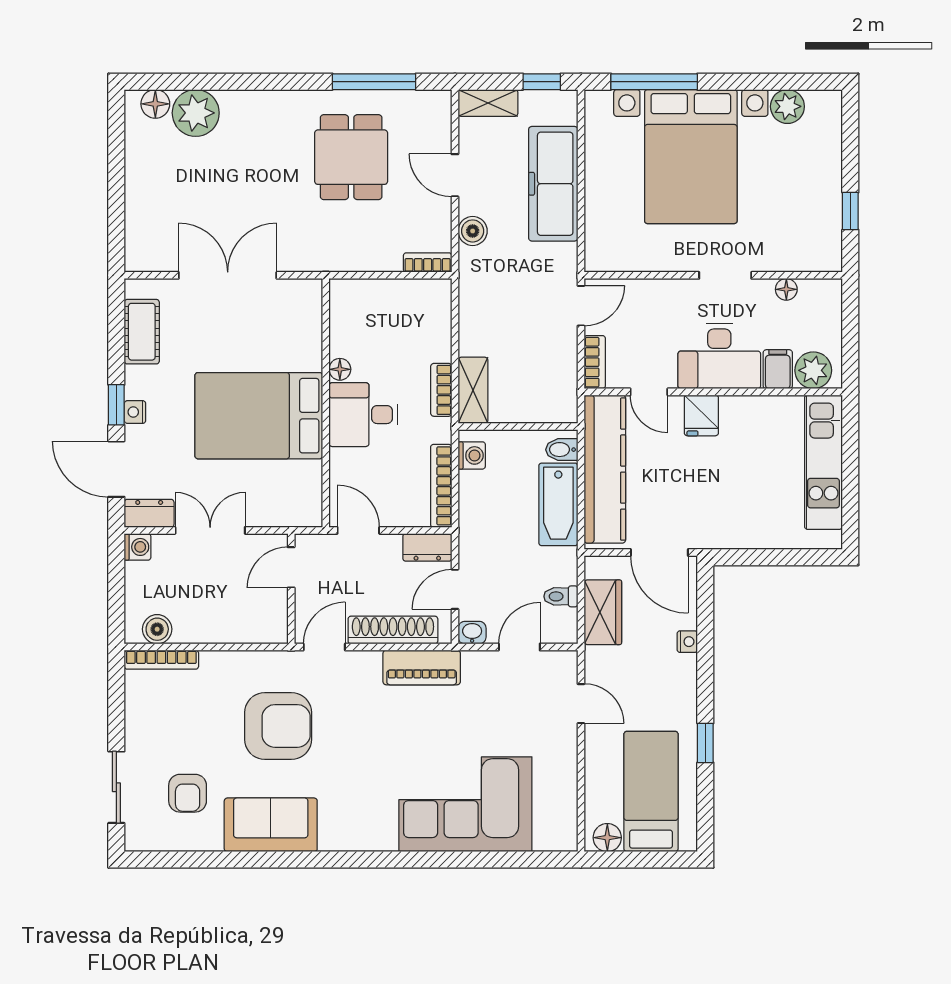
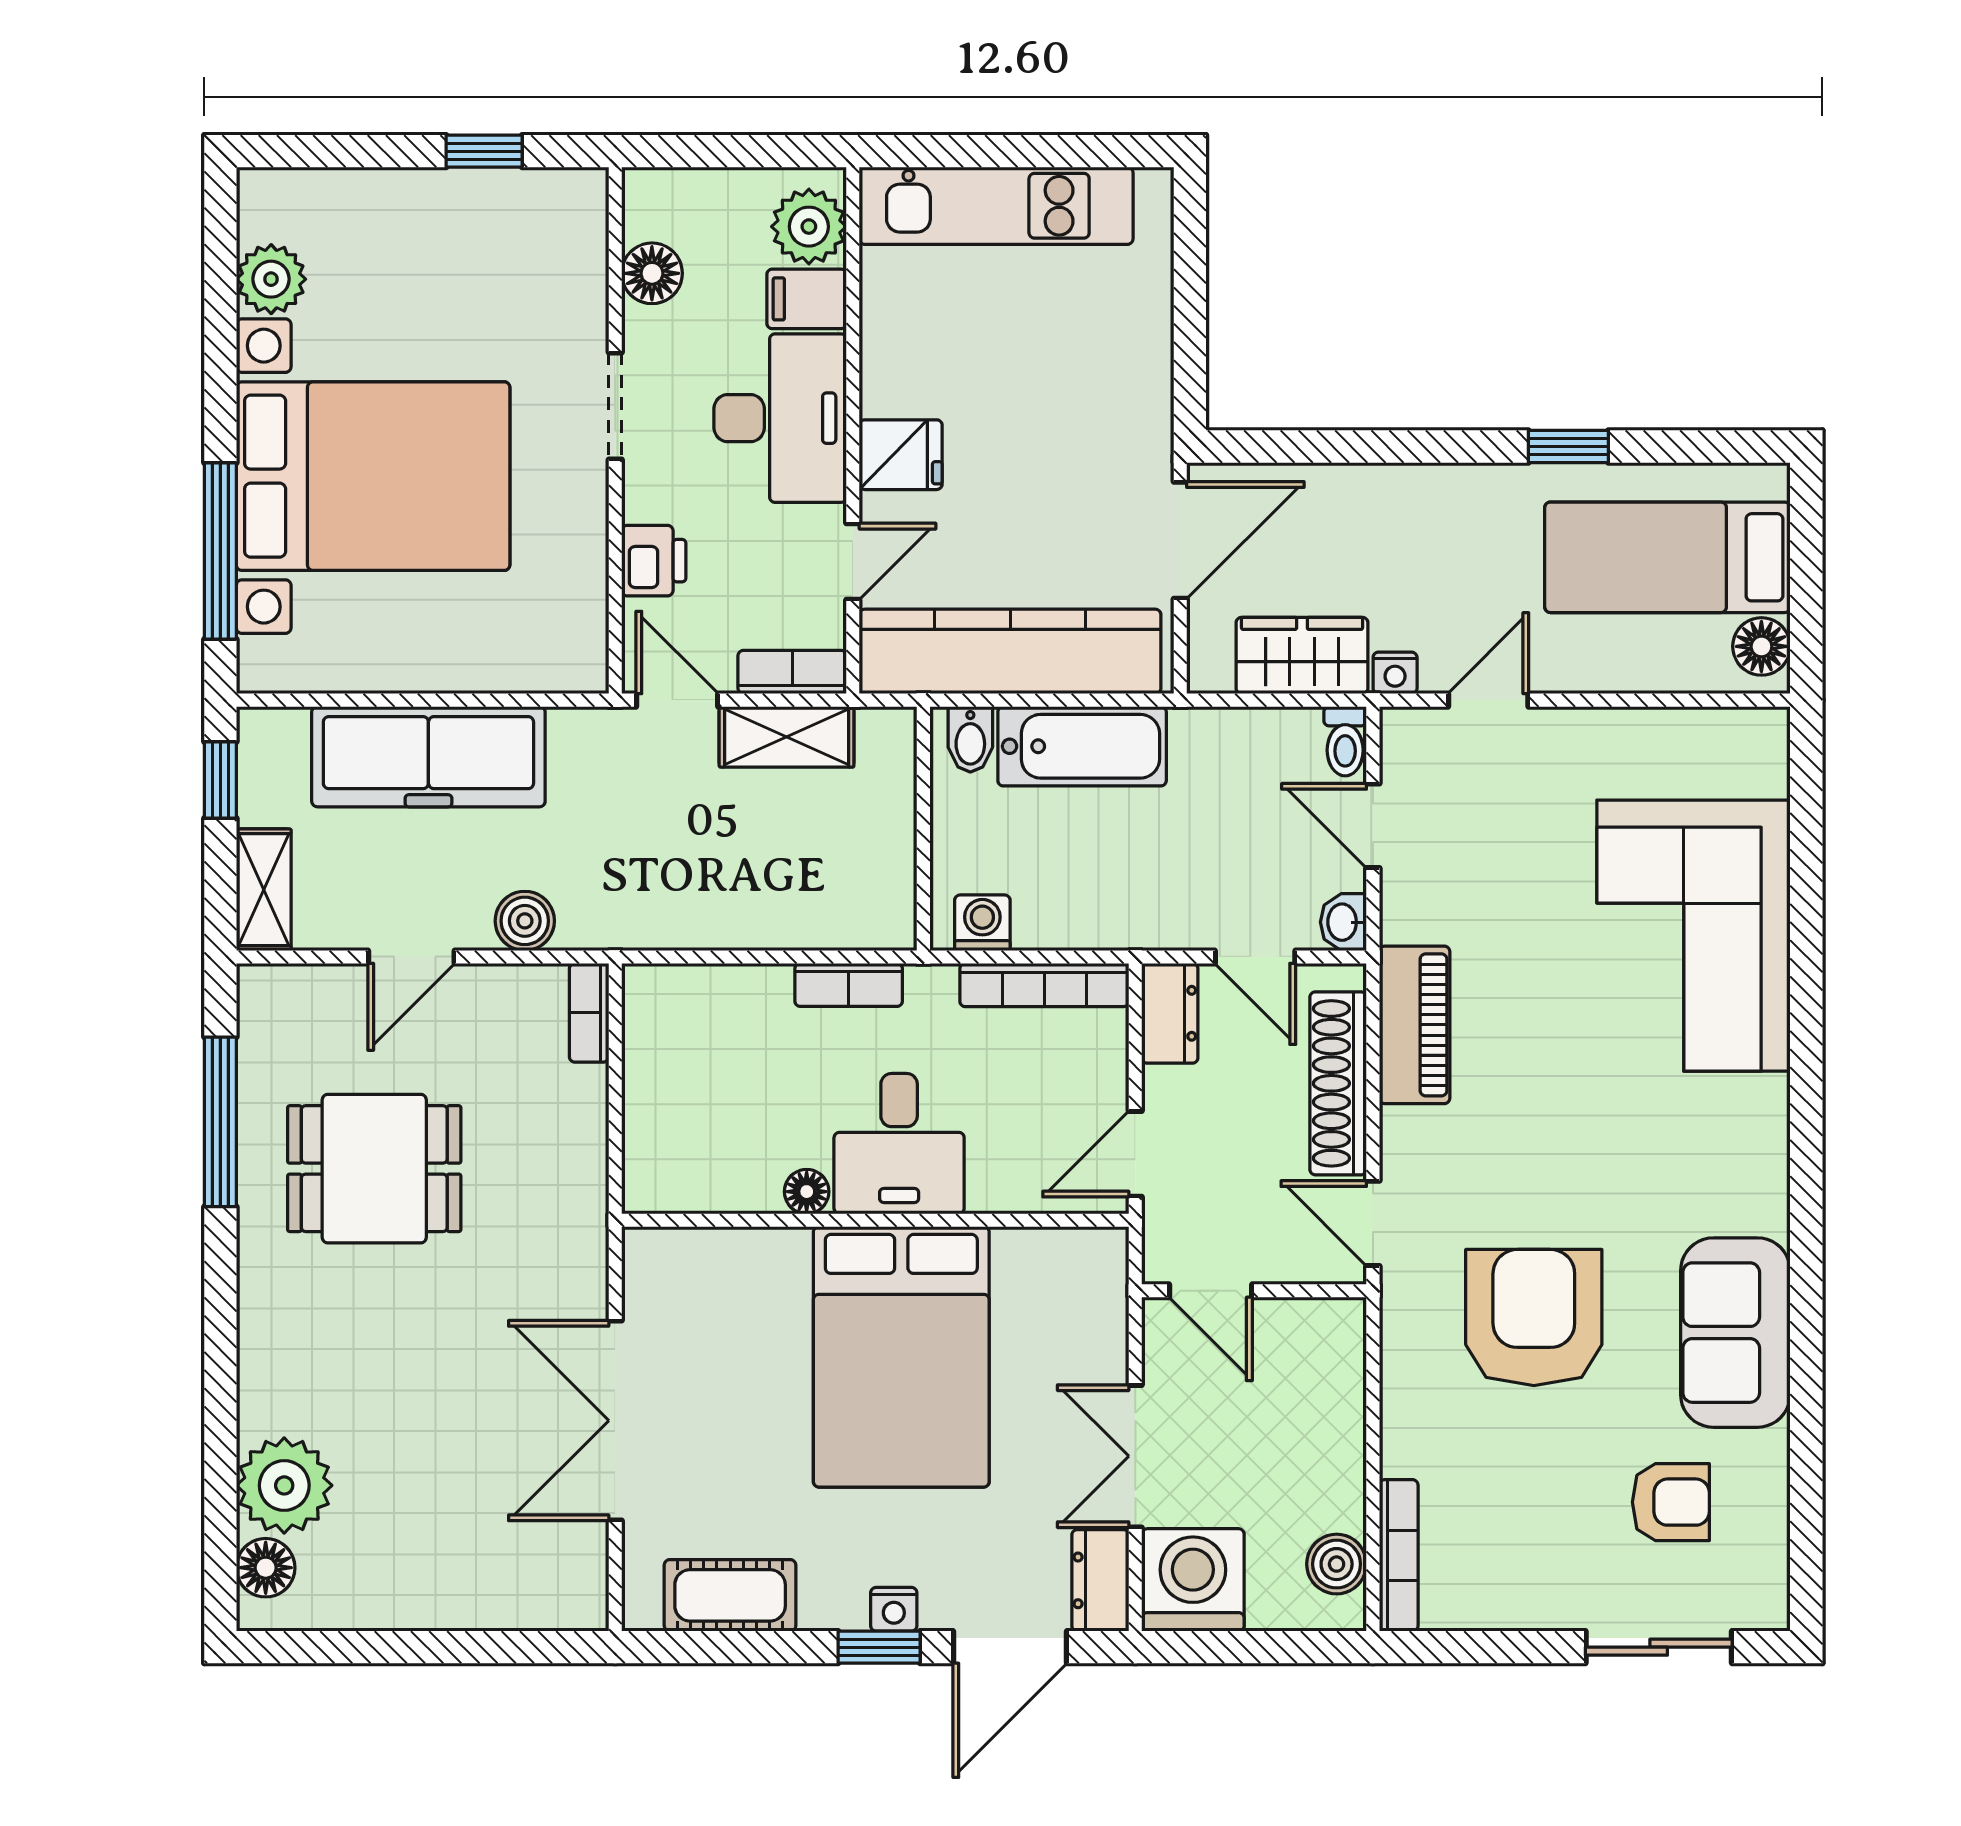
floor lamp: (786, 289) -> (652, 273), width x1.37, depth x1.37
printer: (649, 294) -> (654, 561), added
shelving: (473, 390) -> (787, 737), moved
washing machine: (138, 547) -> (1193, 1580), width x1.89, depth x1.89
toilet: (561, 596) -> (1345, 741), moved
nightstand: (687, 642) -> (1395, 673), moved, turned 180

